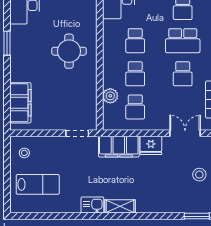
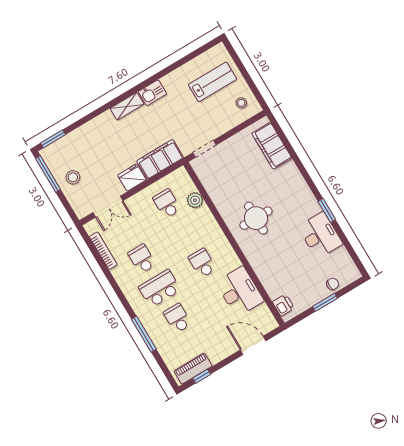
window: (7, 43) -> (327, 210), moved
school desk: (135, 74) -> (184, 233), removed
lab bench: (38, 184) -> (212, 82), turned 180

